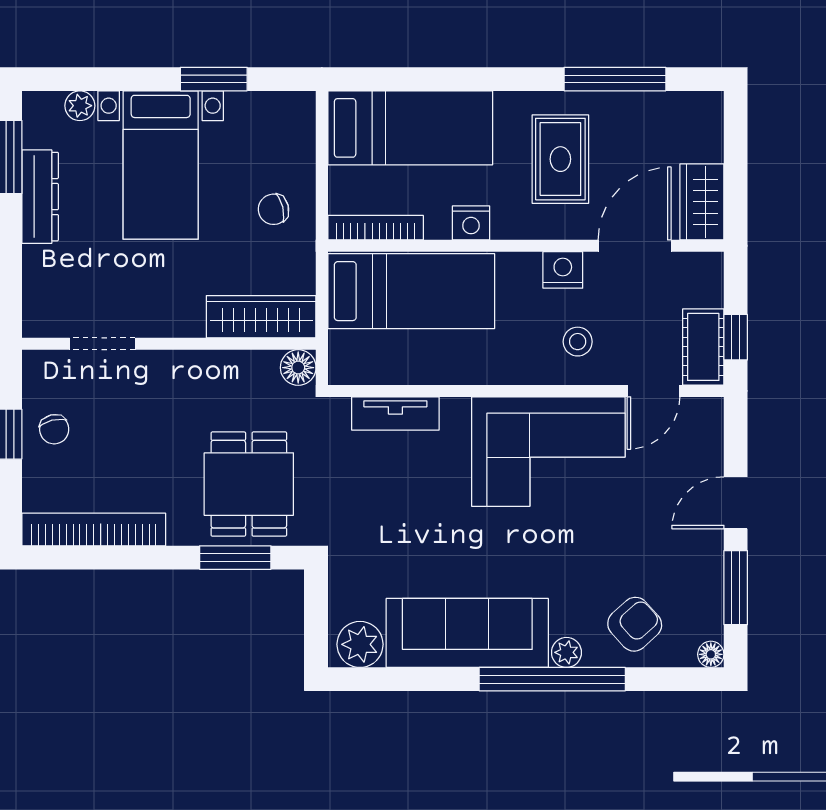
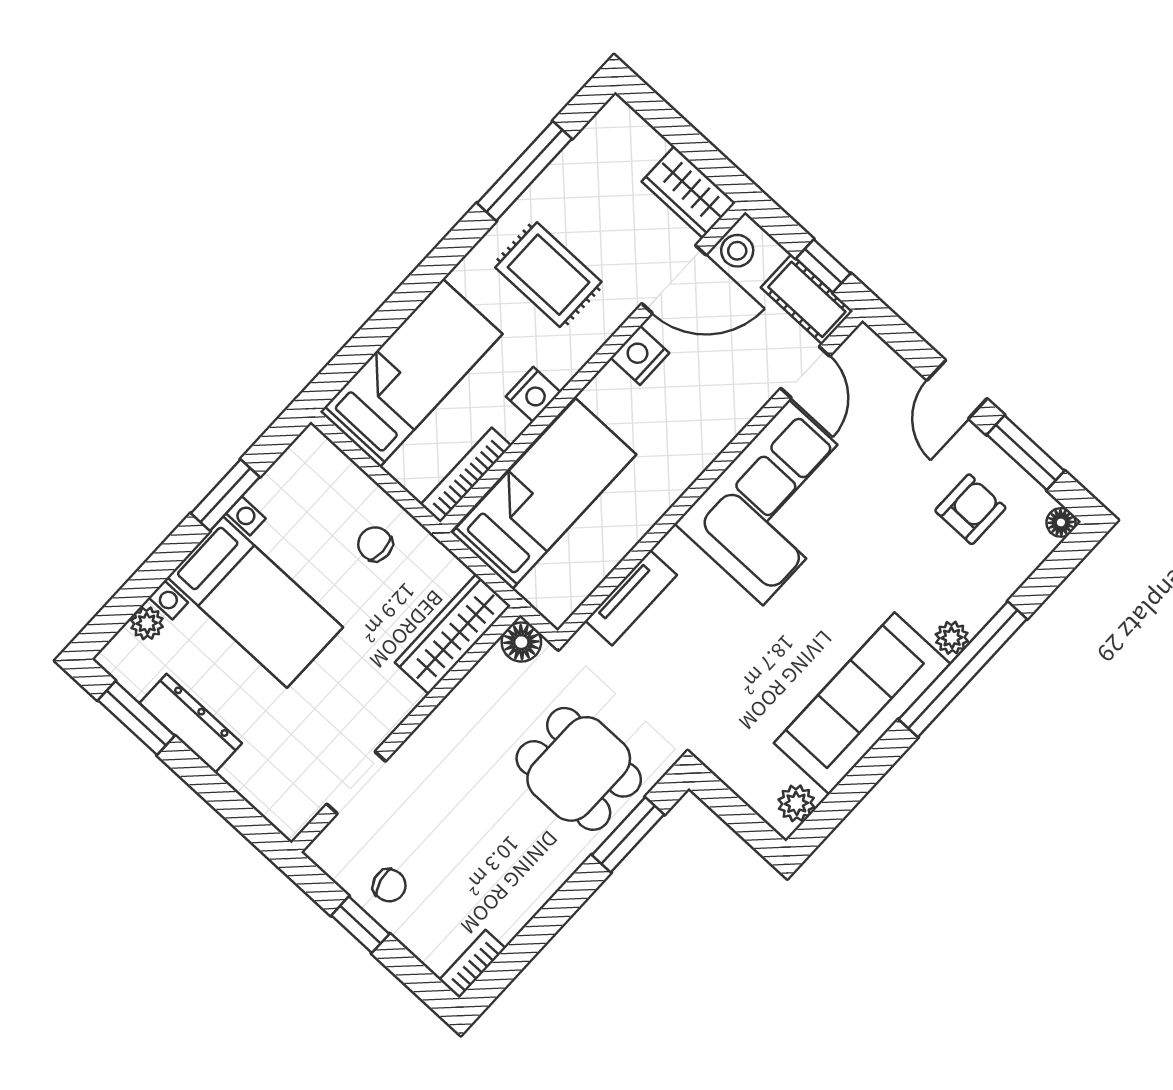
chair: (274, 209) -> (375, 544), turned 104
door: (635, 246) -> (674, 279), swing flipped
stool: (578, 342) -> (737, 251), moved
bookcase: (94, 529) -> (472, 964), width x0.43, depth x0.76
armchair: (635, 624) -> (970, 509), moved, turned 42
plant: (360, 644) -> (796, 803), width x0.73, depth x0.73

